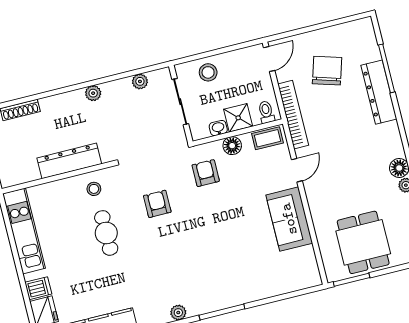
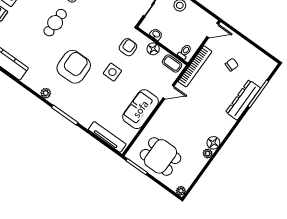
chair: (327, 71) -> (232, 65), width x0.54, depth x0.54
shower: (238, 118) -> (170, 40), removed
armchair: (157, 204) -> (74, 67), moved, width x1.88, depth x1.88
side table: (219, 215) -> (112, 72), added
dining table: (363, 242) -> (160, 156), turned 90
tv unit: (289, 285) -> (107, 137), added

